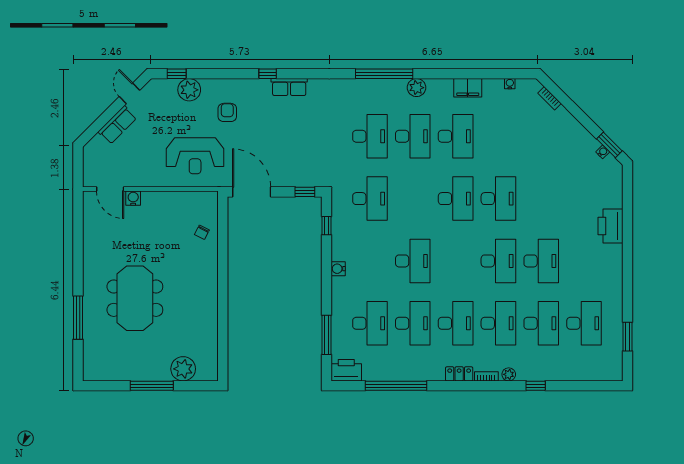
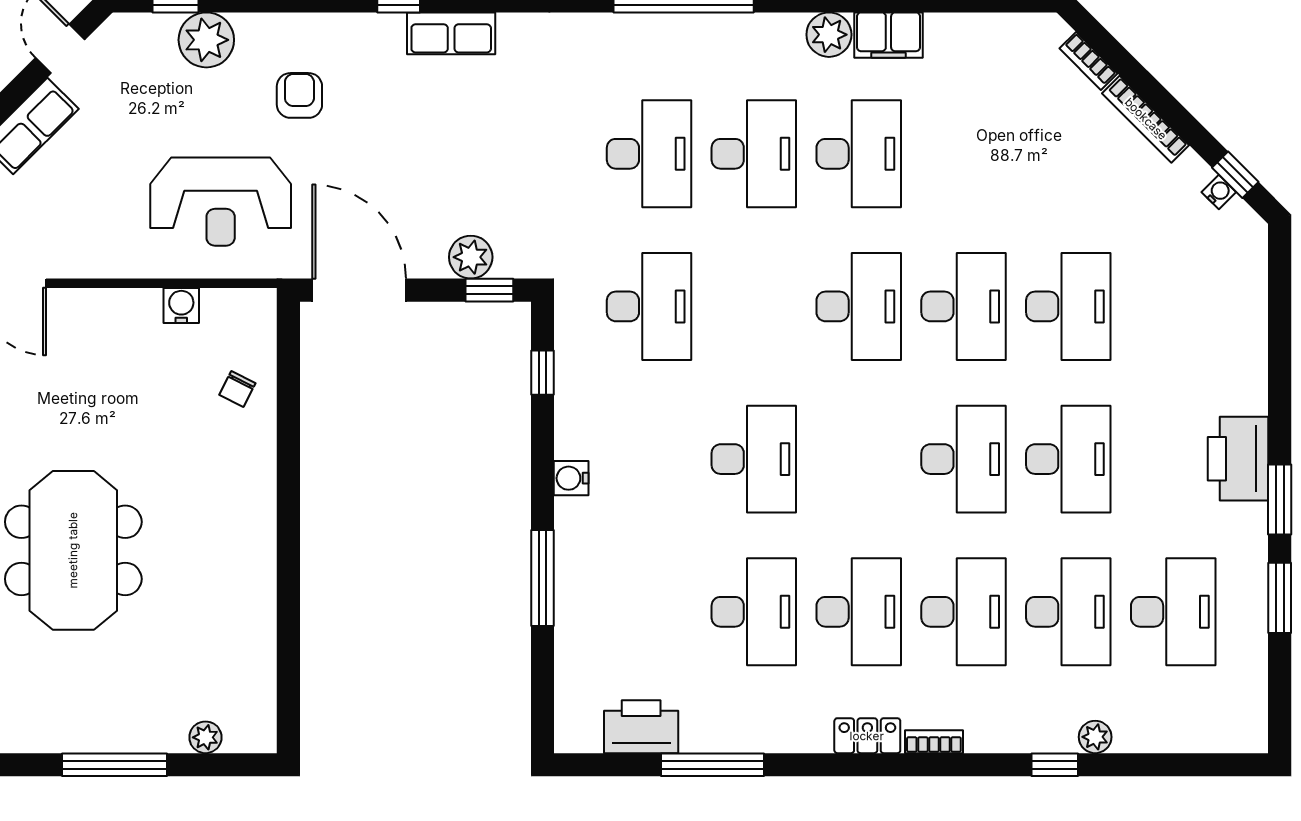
water cooler: (510, 84) -> (991, 25), removed
plant: (417, 88) -> (829, 35), moved
bookcase: (573, 122) -> (1146, 119), added
window: (609, 145) -> (1235, 175), width x0.67
plant: (297, 178) -> (471, 257), added
water cooler: (133, 198) -> (181, 306), moved
printer: (610, 226) -> (1238, 459), moved
window: (628, 277) -> (1280, 500), added
desk: (370, 323) -> (1068, 306), moved
window: (326, 335) -> (543, 578), moved
window: (628, 337) -> (1280, 598), moved
plant: (183, 369) -> (205, 737), width x0.53, depth x0.53
printer: (346, 370) -> (641, 727), moved
plant: (509, 374) -> (1095, 737), moved
window: (396, 386) -> (713, 765), width x0.68

